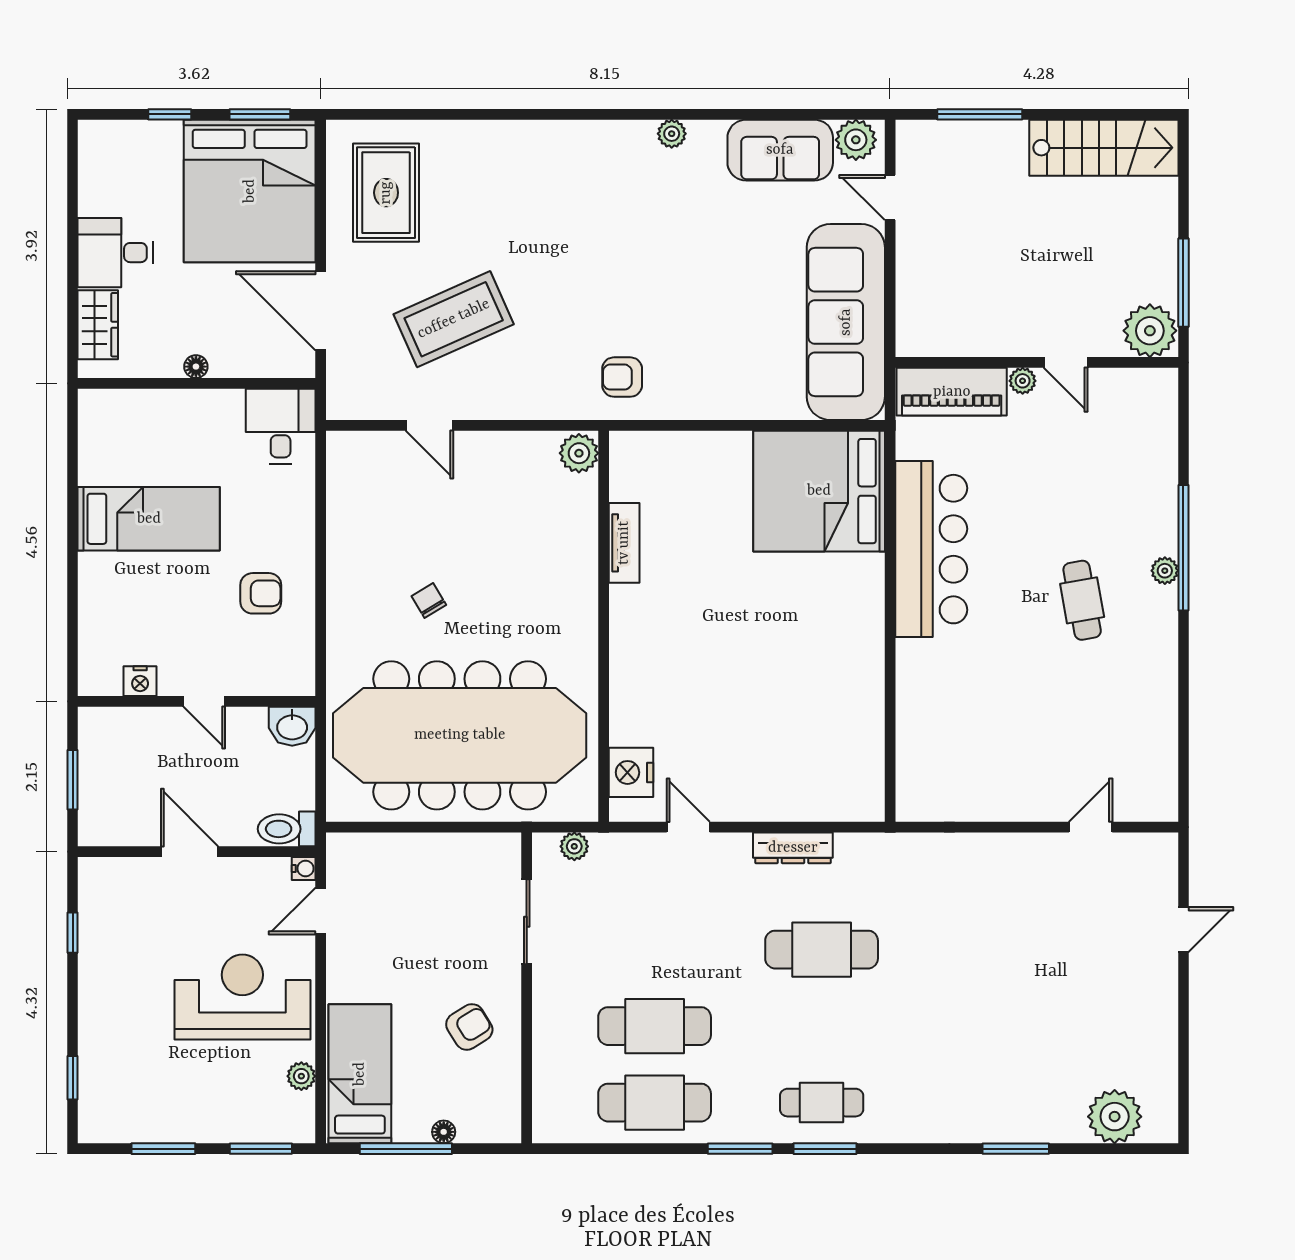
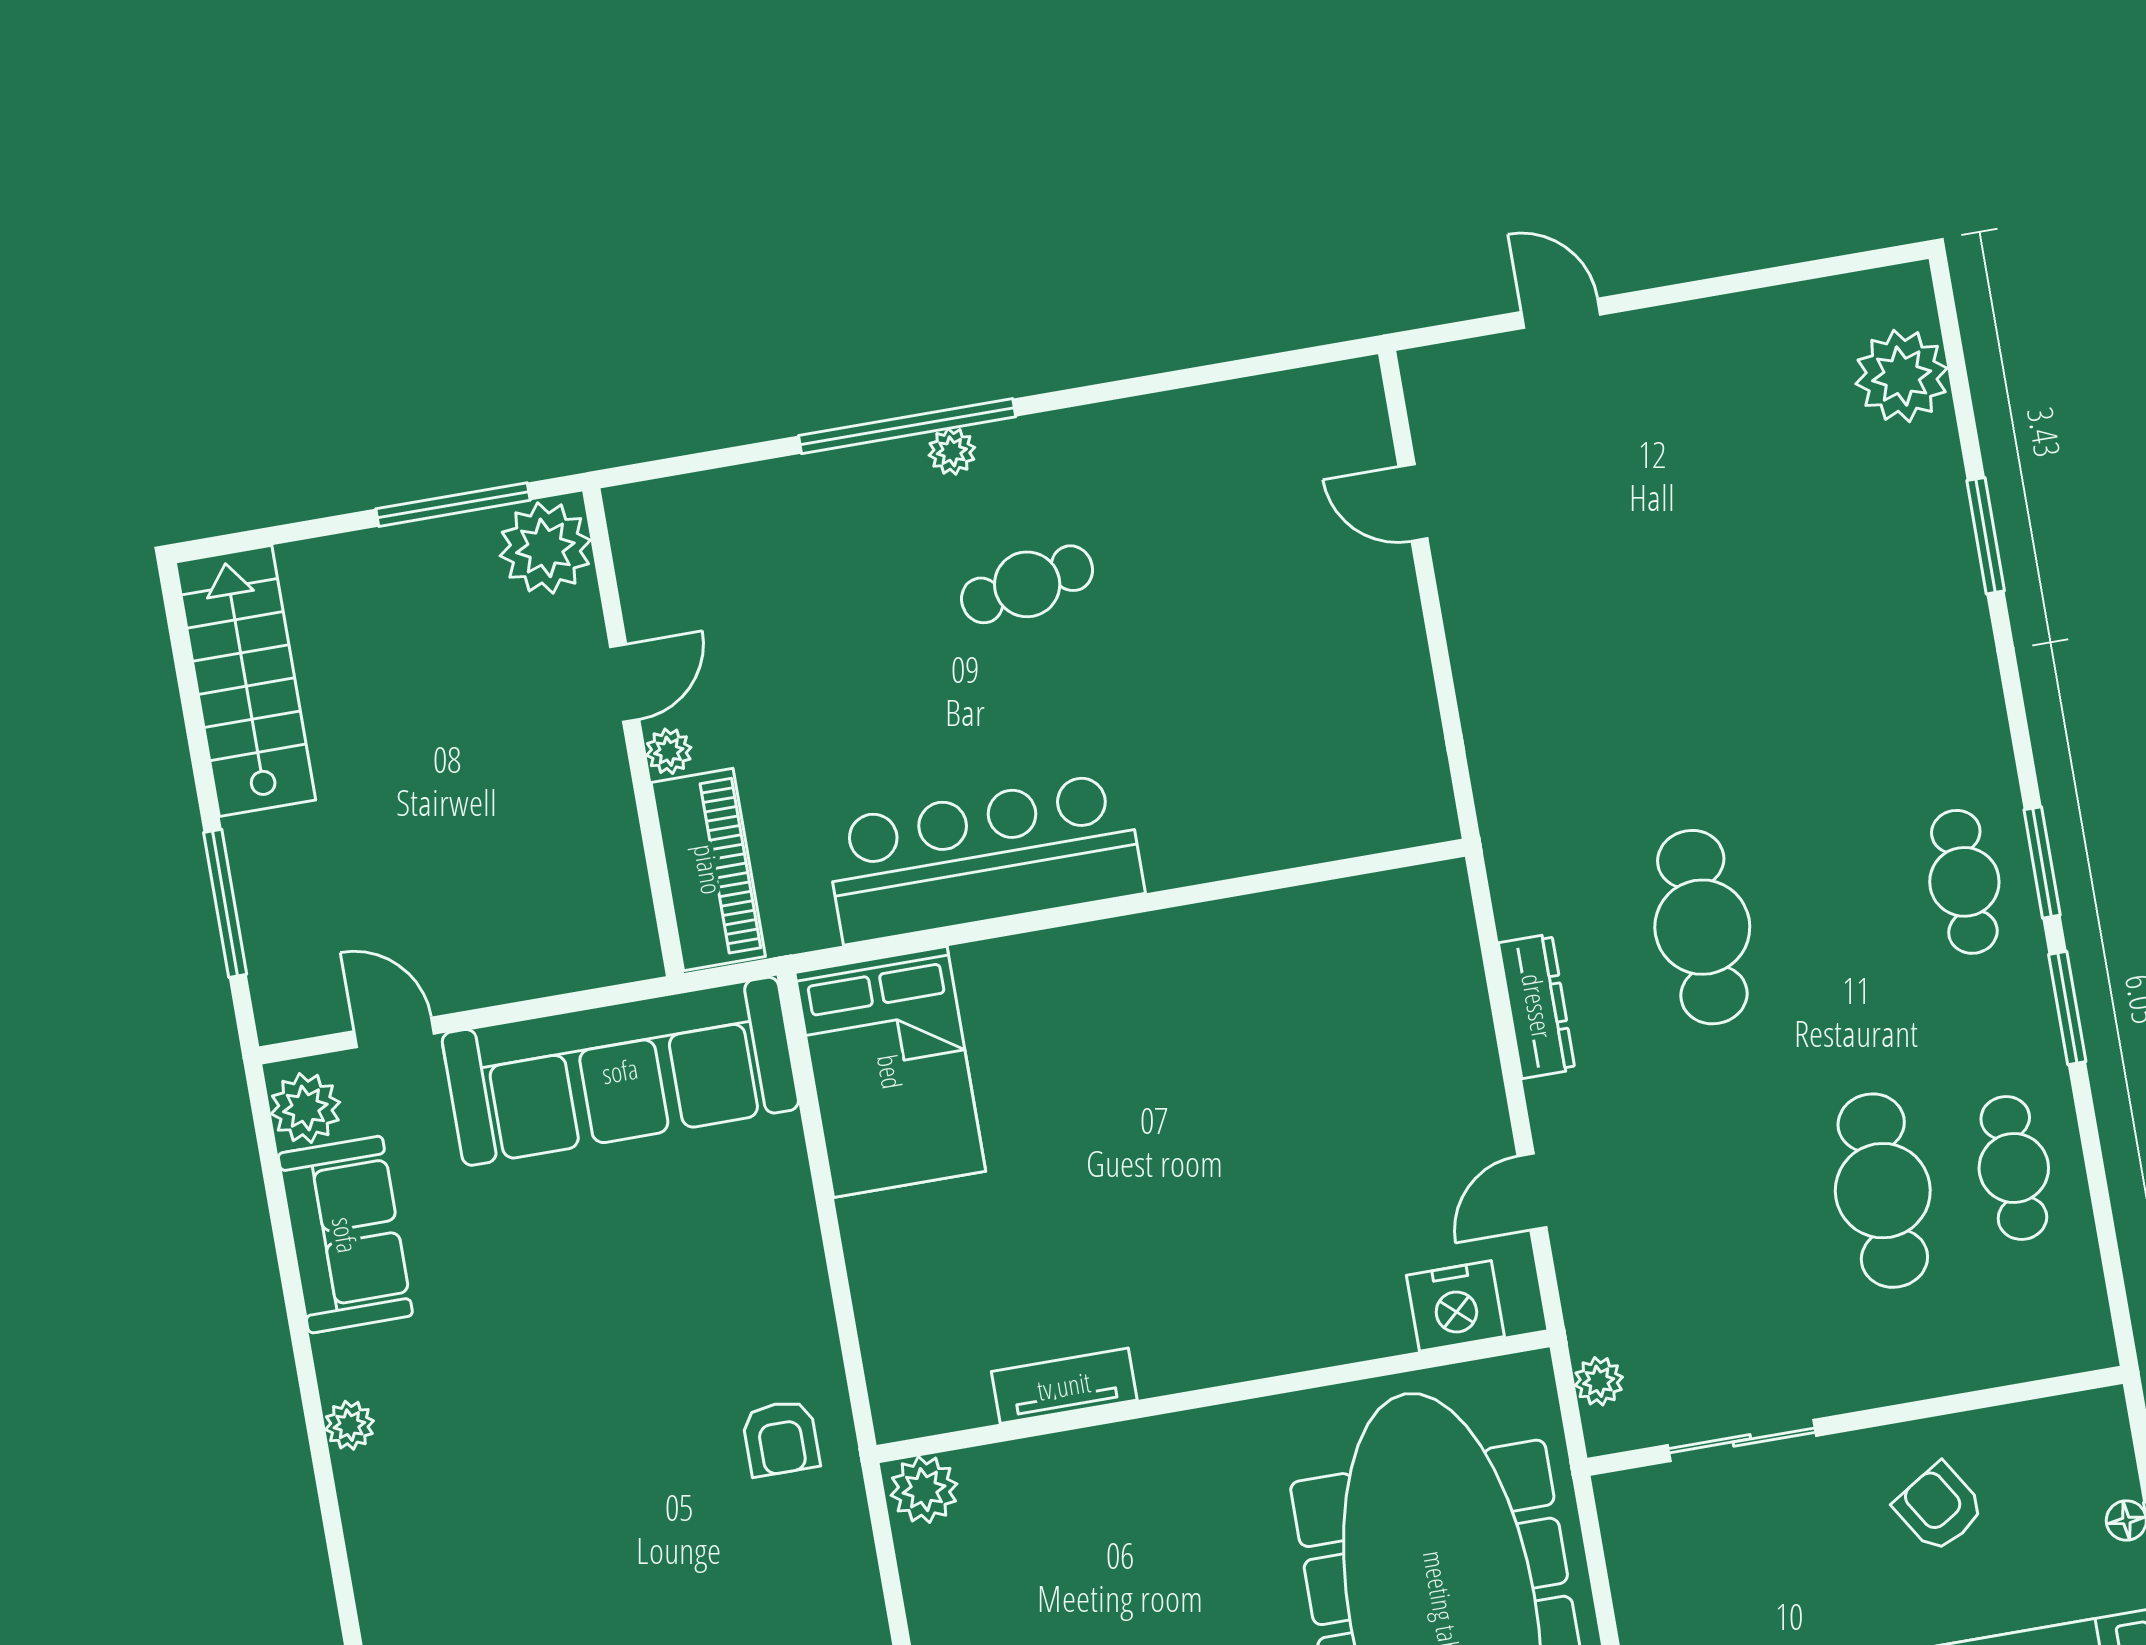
door: (890, 198) -> (394, 1032), swing flipped
bed: (819, 491) -> (890, 1072), width x0.73
cafe table: (655, 1103) -> (2014, 1168), width x0.73, depth x0.74

